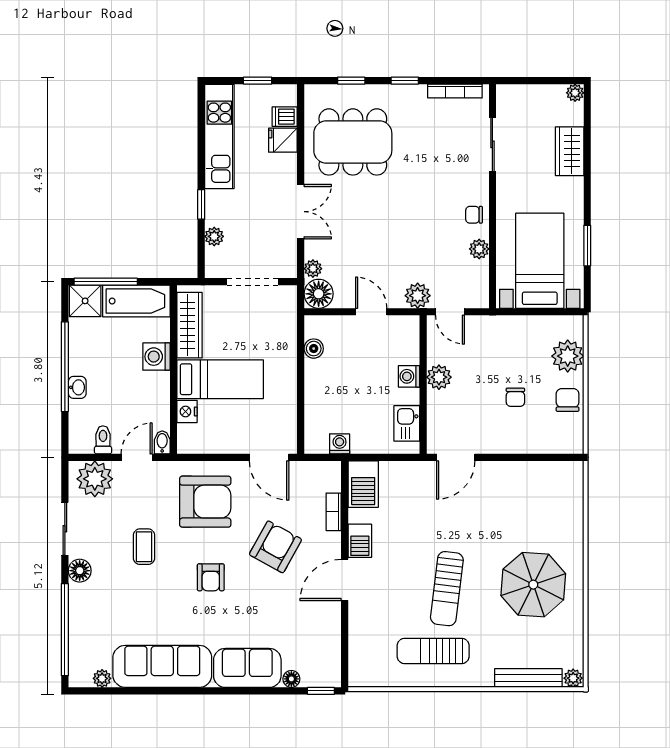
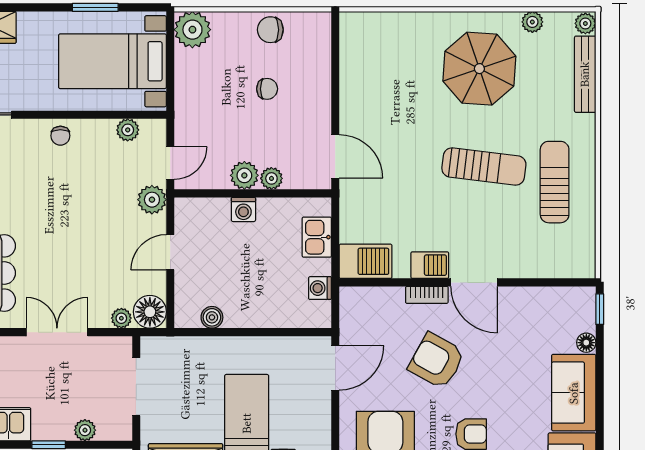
plant: (479, 249) -> (128, 130), moved
plant: (568, 356) -> (192, 30), moved
plant: (436, 401) -> (271, 178), added
kitchen sink: (407, 423) -> (317, 237), moved, turned 90
bookcase: (334, 512) -> (427, 295), moved
plant: (574, 631) -> (532, 22), added
sun lounger: (433, 651) -> (555, 182), turned 180

